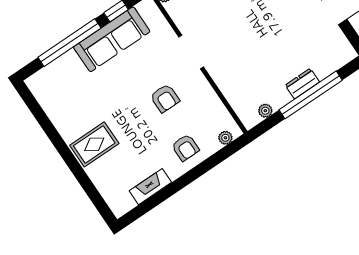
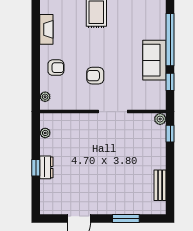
sofa: (112, 39) -> (154, 60), width x0.73
window: (311, 95) -> (36, 168), width x0.32
armchair: (185, 148) -> (56, 68), turned 180

